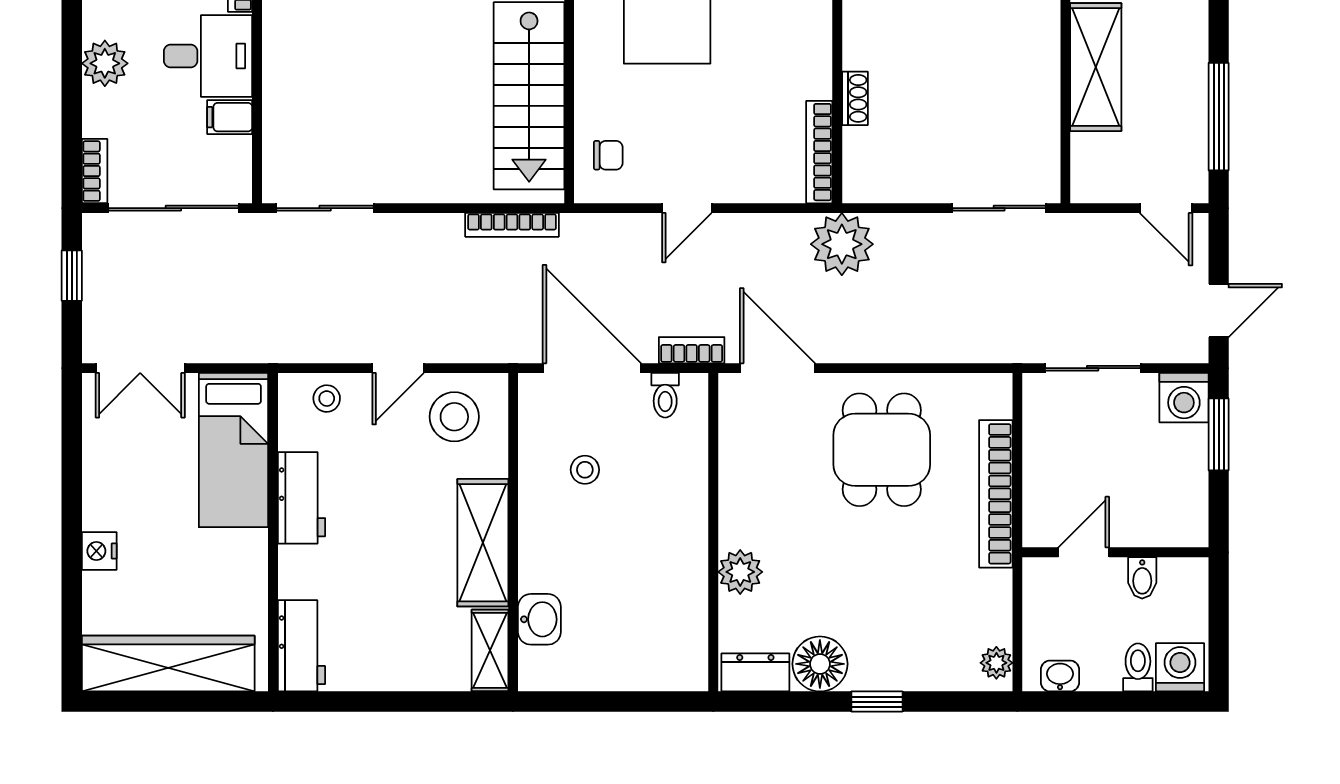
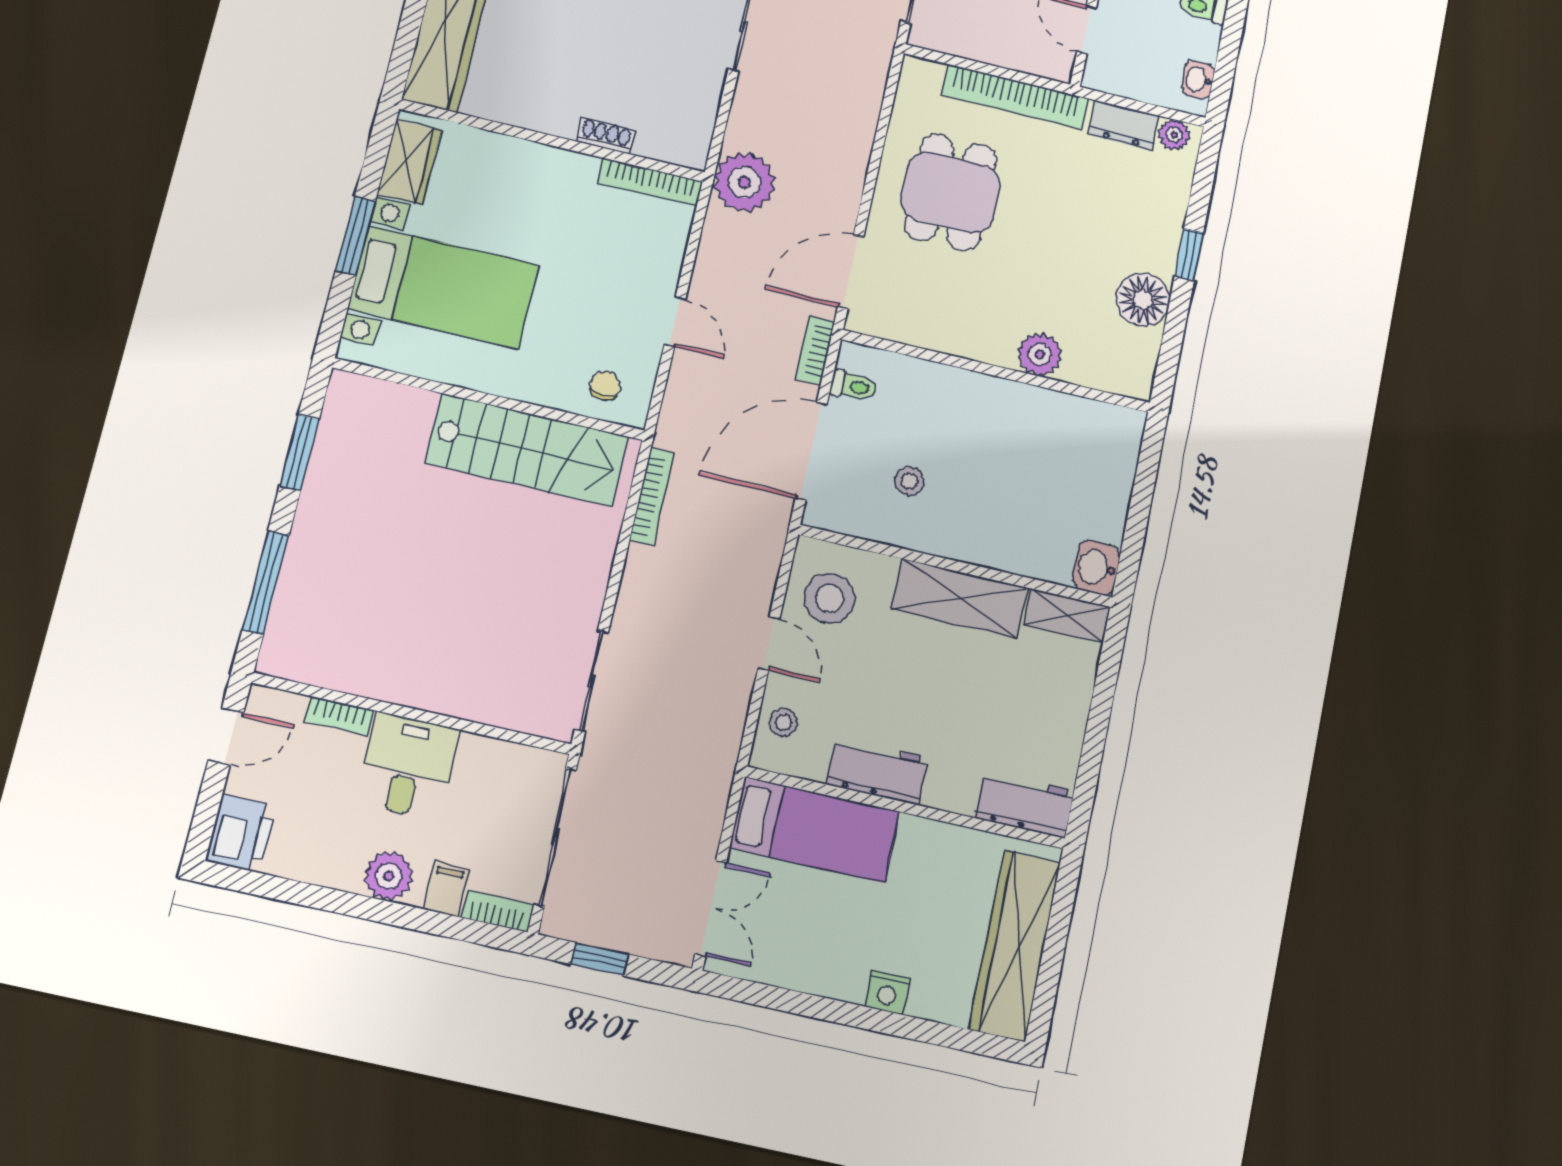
filing cabinet: (230, 117) -> (446, 889), moved, turned 180
dining table: (882, 450) -> (951, 192), turned 90
washbasin: (539, 619) -> (1096, 568), moved, turned -90
dresser: (755, 672) -> (1124, 125), moved, turned -90

